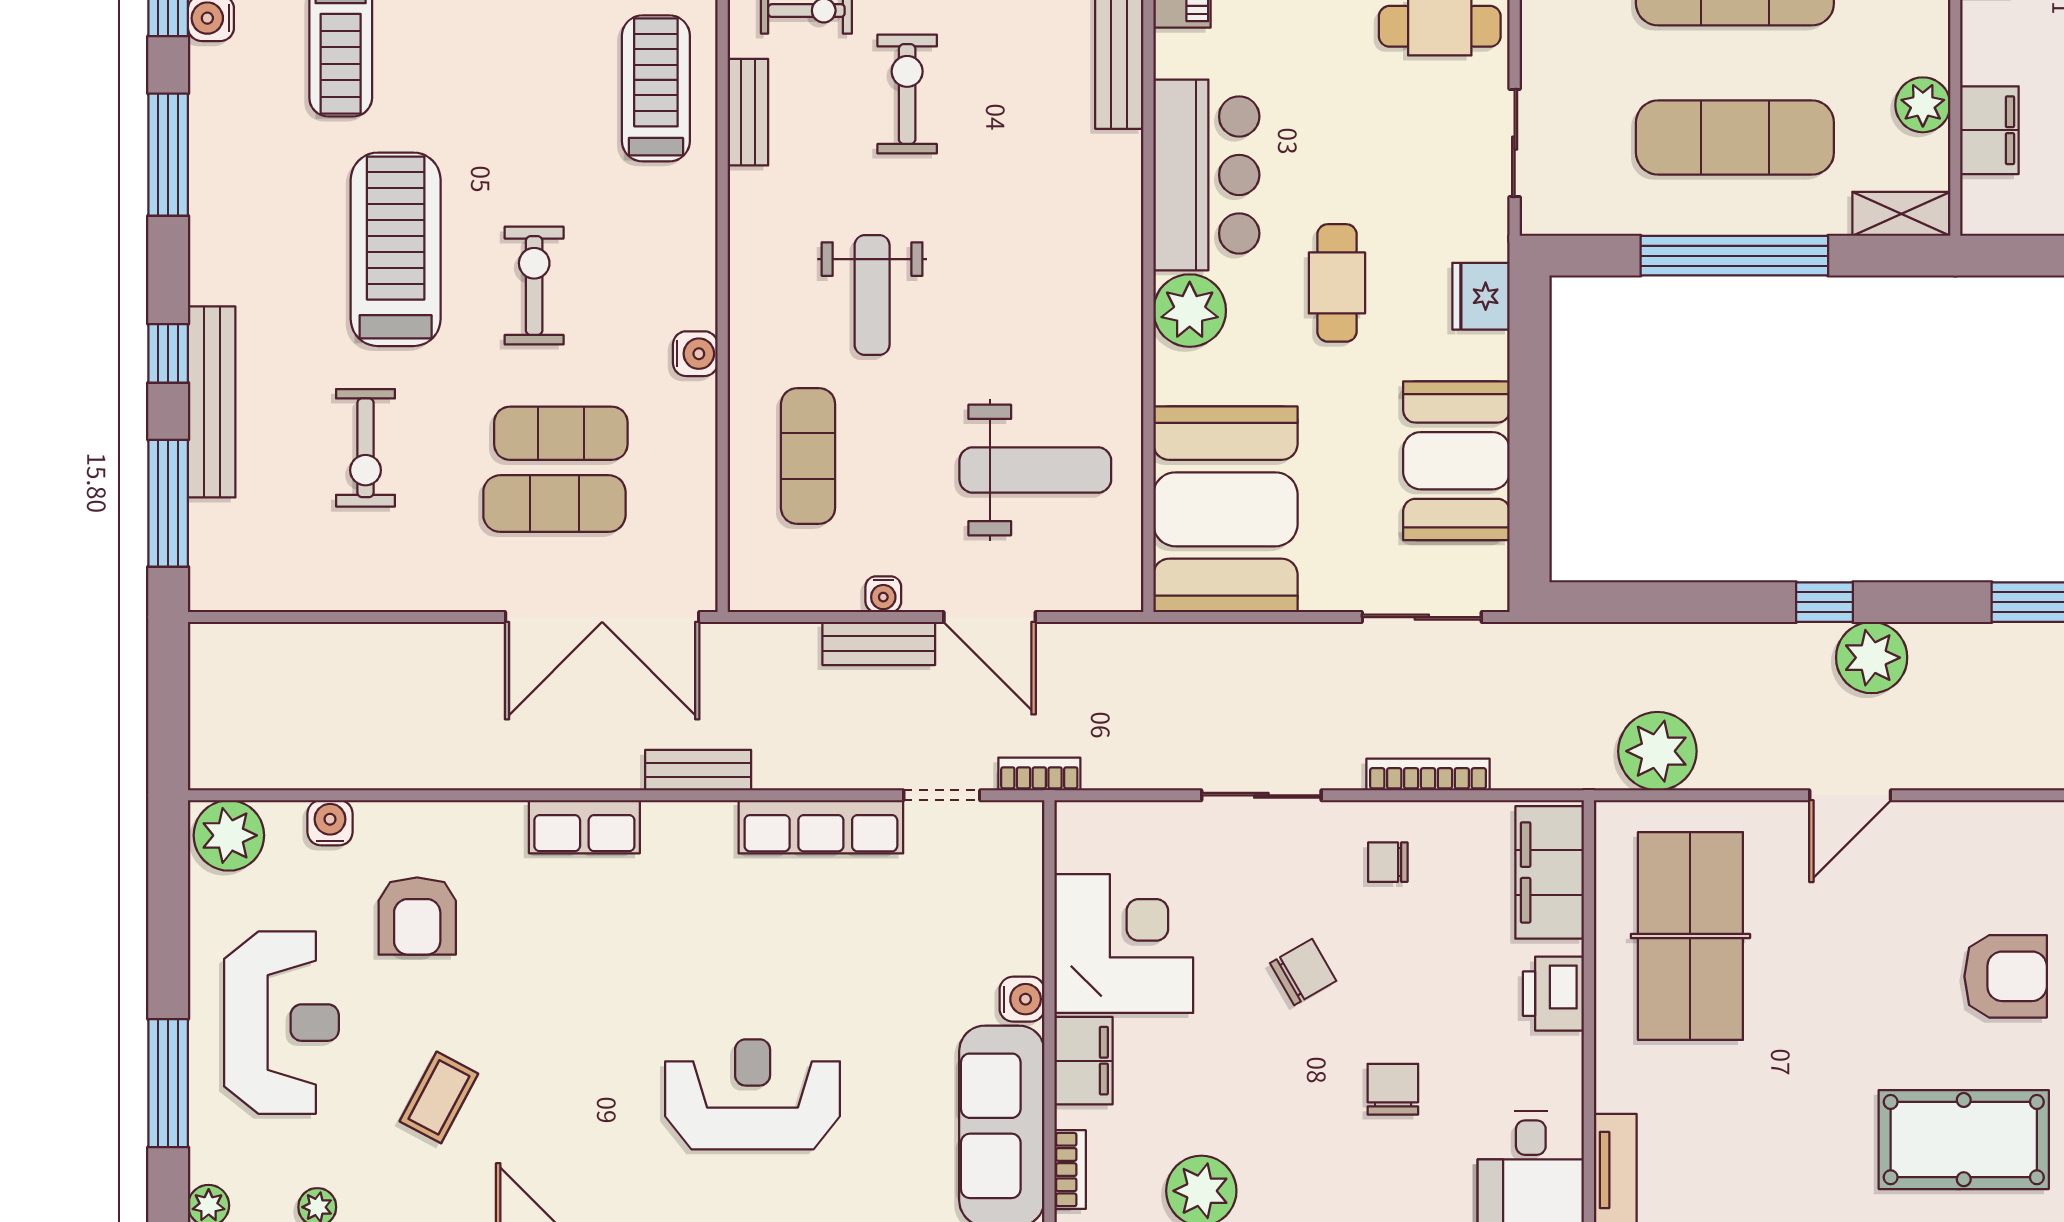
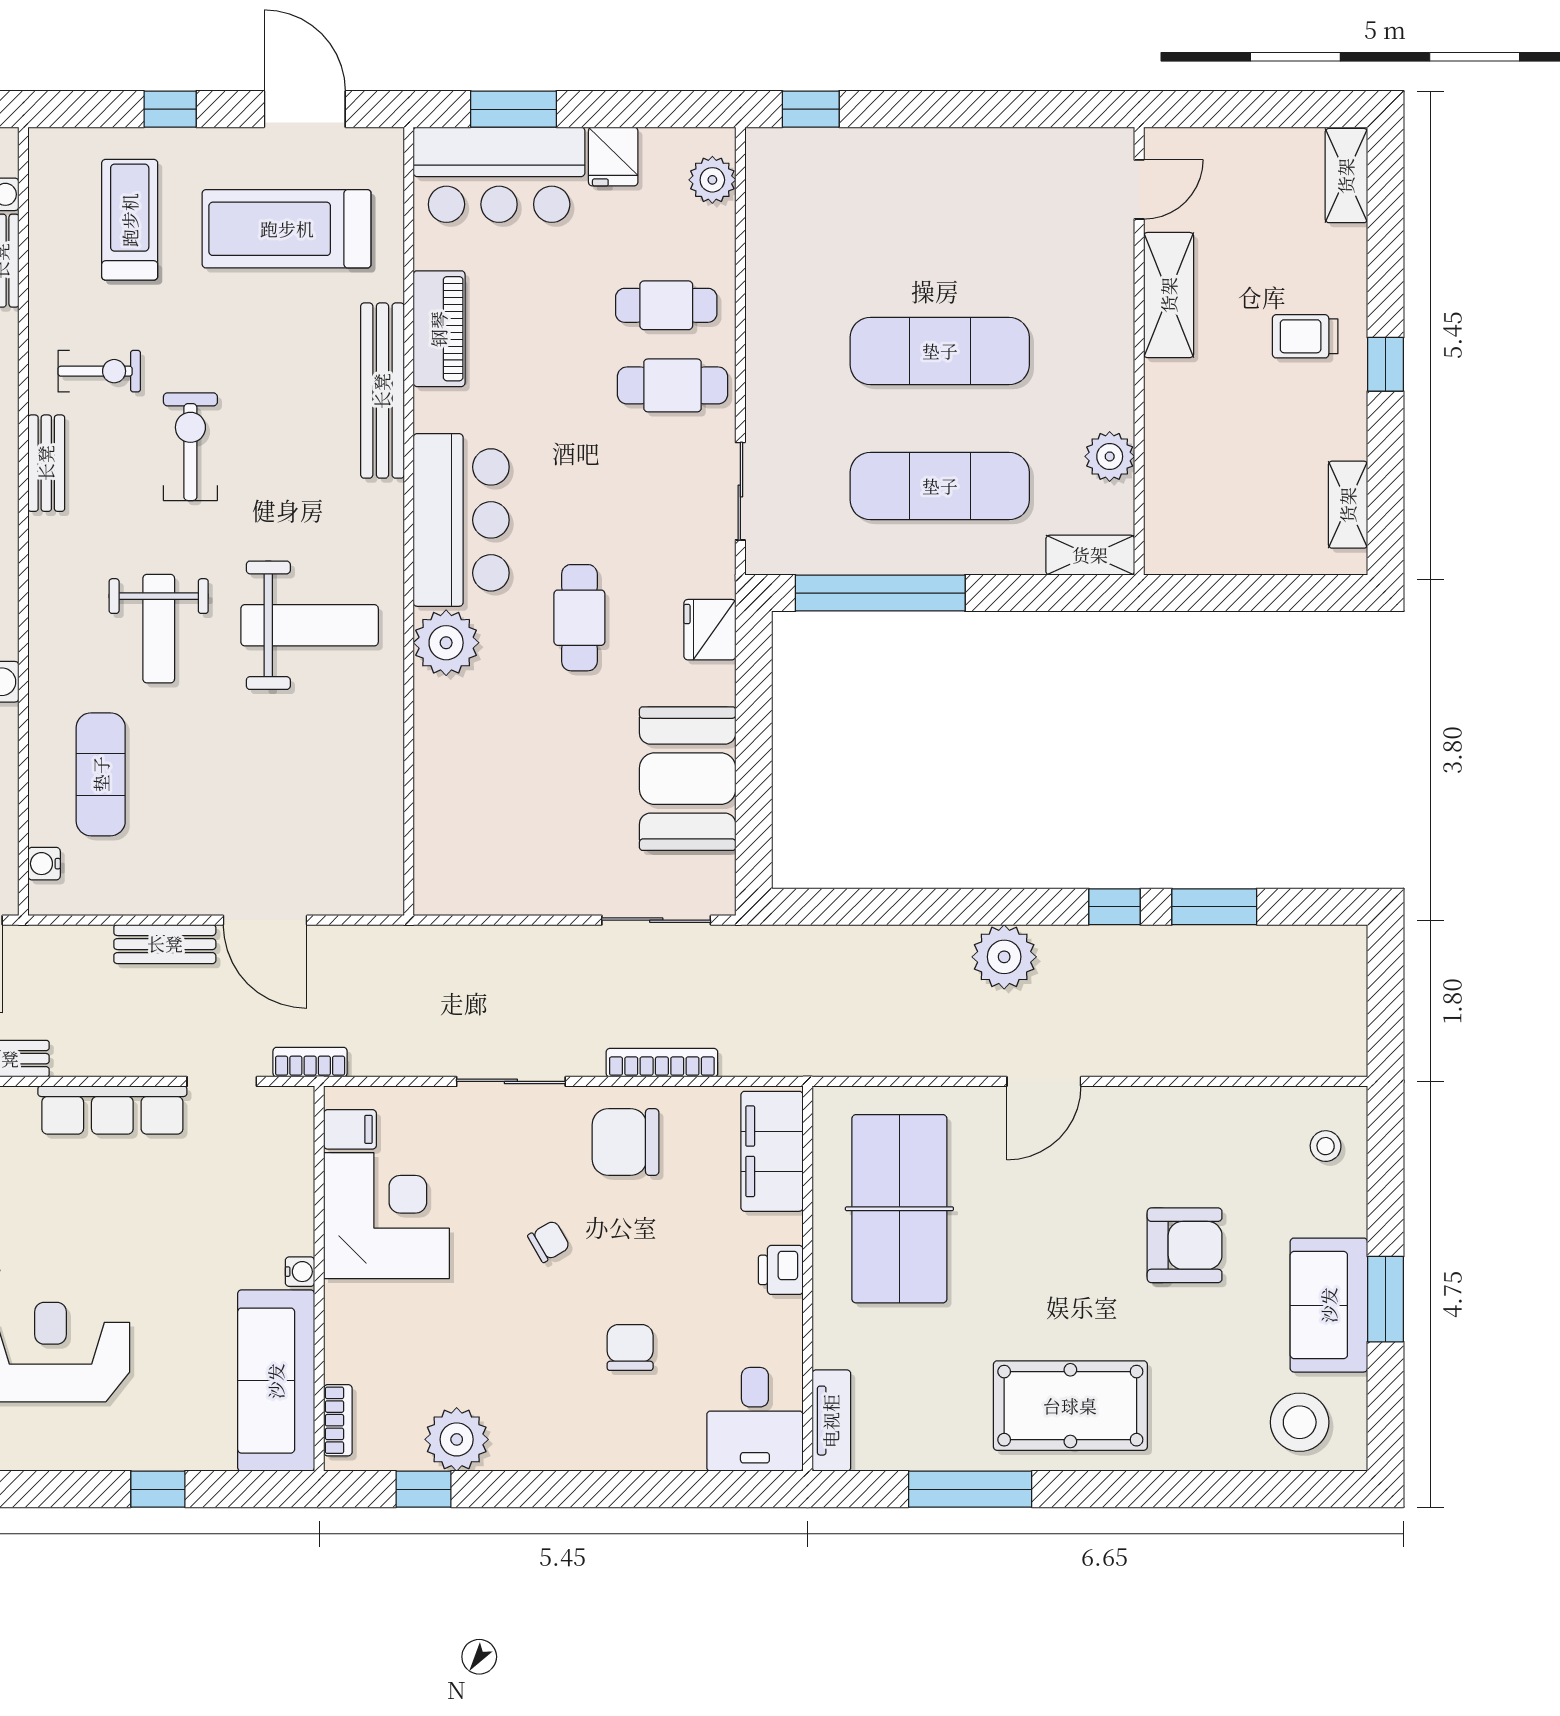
filing cabinet: (1989, 130) -> (1170, 479), removed
window: (1734, 256) -> (880, 593), moved
weight bench: (1035, 470) -> (310, 625), moved
booth: (1225, 509) -> (478, 823), removed
water cooler: (883, 594) -> (44, 864), moved, turned 90
window: (1824, 602) -> (1115, 907), moved
plant: (1872, 658) -> (1004, 957), moved
plant: (1657, 751) -> (870, 1041), removed
chair: (1388, 862) -> (625, 1142), width x1.87, depth x1.87
chair: (1303, 972) -> (549, 1241), width x0.73, depth x0.73
printer: (1553, 994) -> (781, 1270), width x0.73, depth x0.81
water cooler: (1022, 999) -> (300, 1272), width x0.72, depth x0.72
filing cabinet: (1083, 1061) -> (350, 1129), moved, width x0.50
pool table: (1964, 1140) -> (1070, 1406), moved

